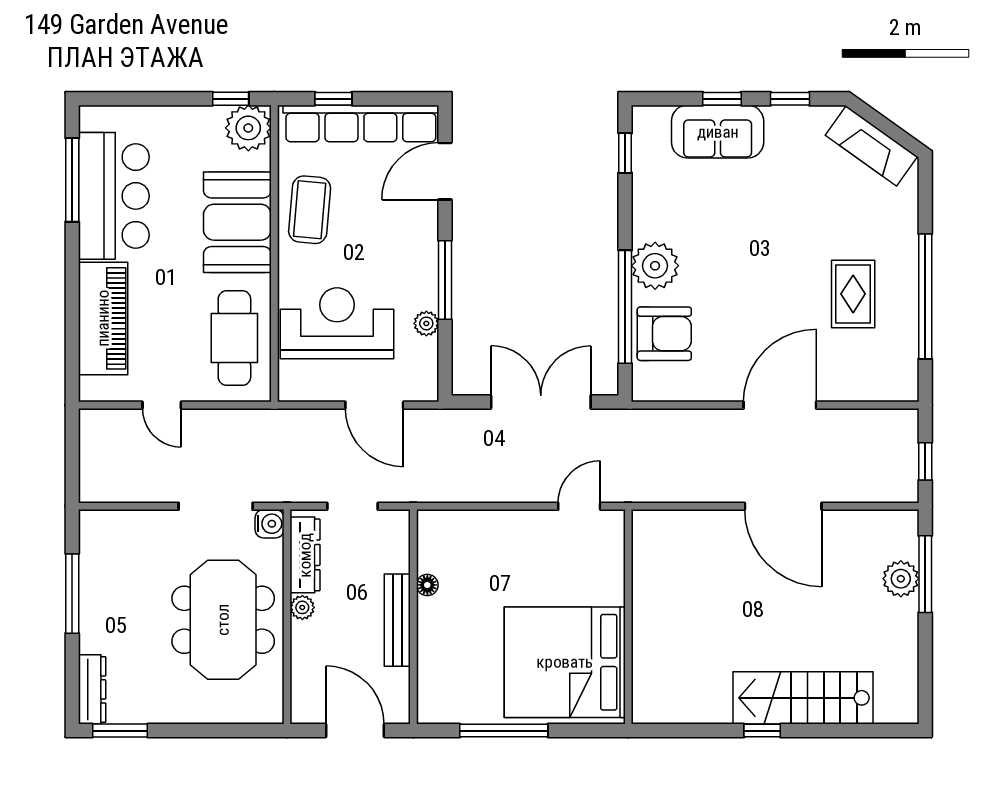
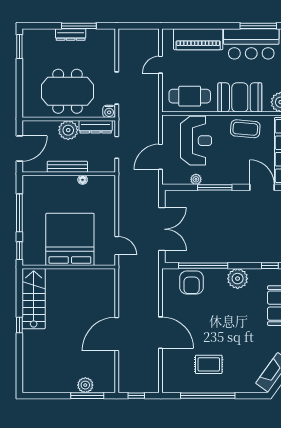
plant: (655, 266) -> (238, 279), moved
plant: (302, 607) -> (68, 130), width x1.87, depth x1.87
bed: (565, 662) -> (70, 239), moved
dresser: (92, 689) -> (71, 34), moved
stairs: (803, 698) -> (34, 299), moved
window: (591, 731) -> (19, 251), added

